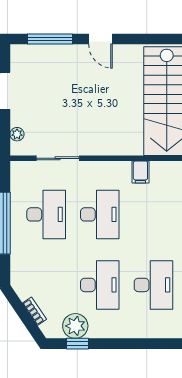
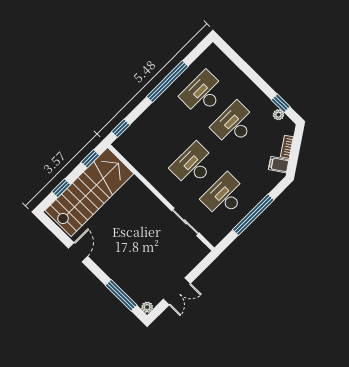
door: (100, 39) -> (78, 252), moved
plant: (17, 134) -> (147, 307), moved
filing cabinet: (140, 172) -> (279, 165), moved, turned -124
plant: (75, 326) -> (278, 115), width x0.53, depth x0.53

